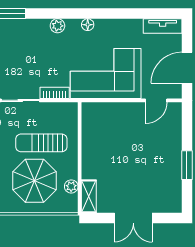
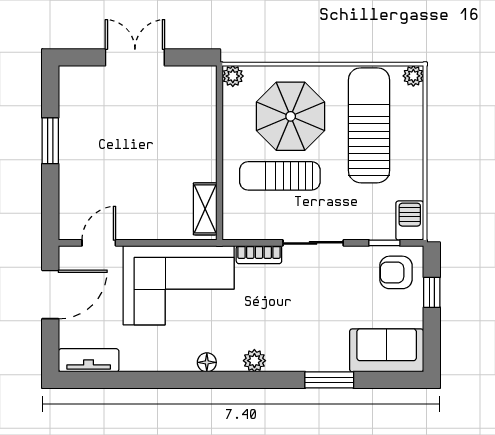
sun lounger: (41, 143) -> (280, 176), turned 180
plant: (71, 186) -> (233, 76), moved
shelving: (89, 196) -> (205, 209), moved

